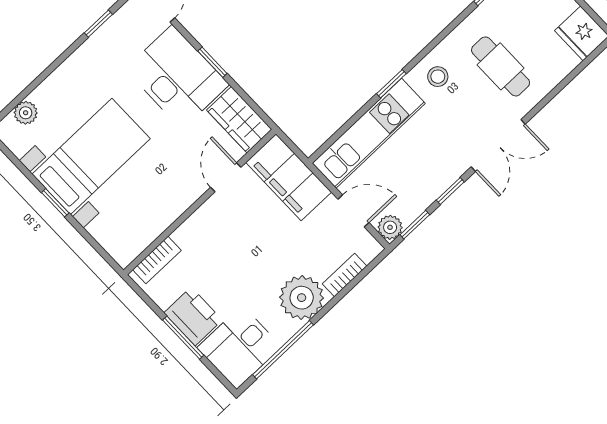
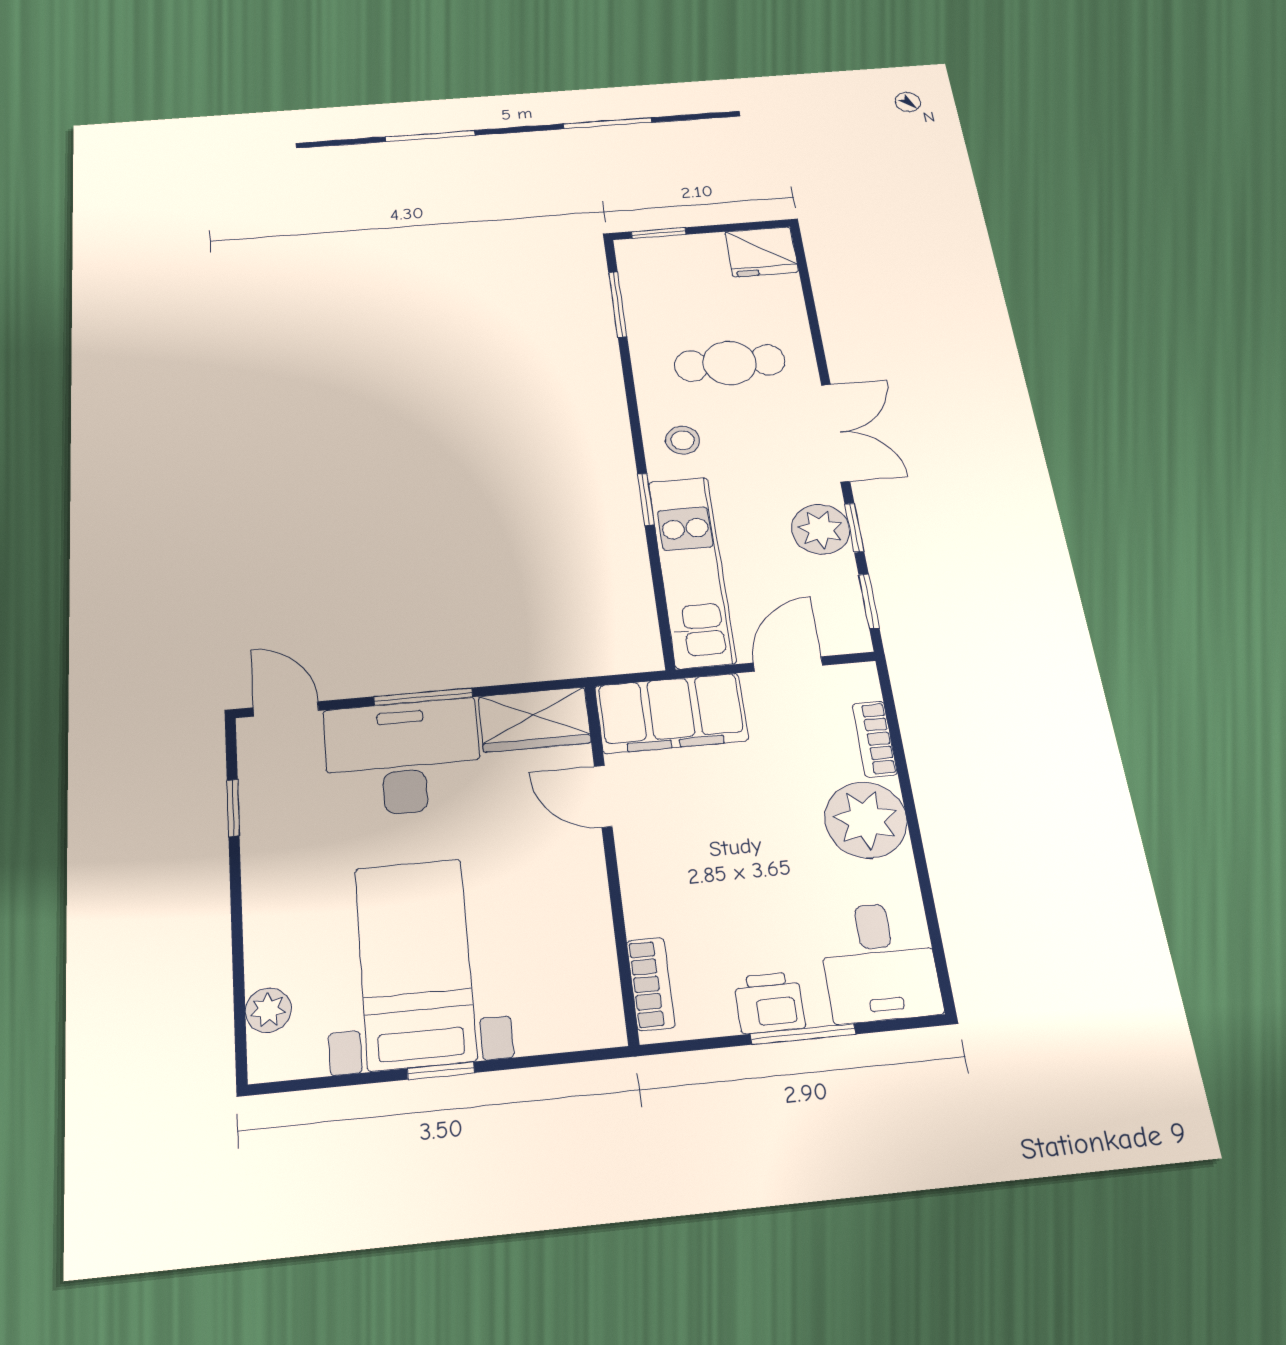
window: (212, 62) -> (423, 697), width x1.50
plant: (390, 227) -> (821, 529), moved, width x1.38, depth x1.38
printer: (193, 316) -> (769, 1003), width x0.73, depth x0.81
window: (283, 350) -> (928, 902), removed

